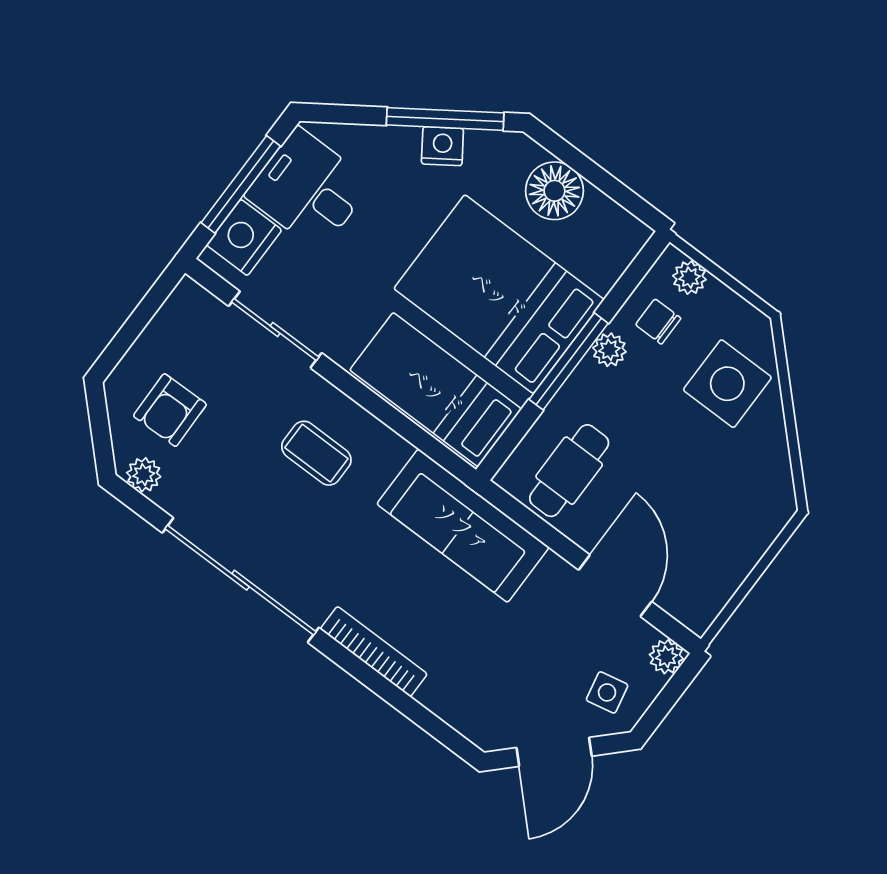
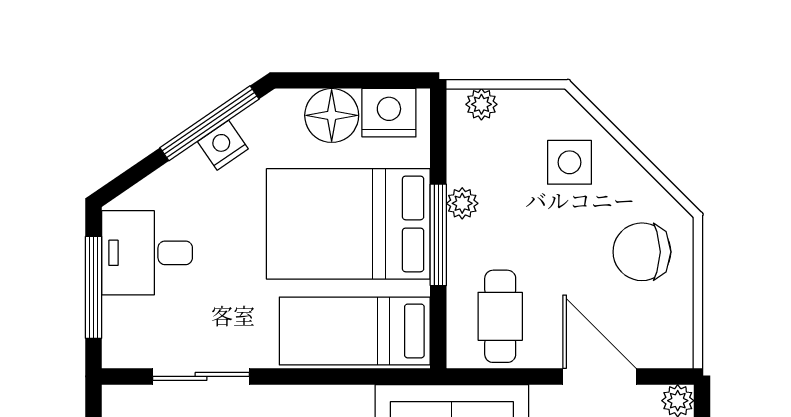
nightstand: (244, 237) -> (389, 113), moved, turned 90
chair: (658, 321) -> (642, 252), moved, width x1.87, depth x1.87
side table: (727, 384) -> (570, 162), width x0.73, depth x0.73

